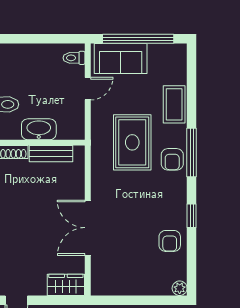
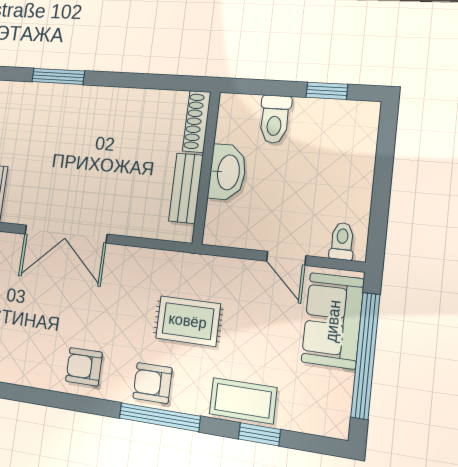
rug: (132, 142) -> (188, 321), width x0.73, depth x0.70
window: (192, 216) -> (259, 434), moved
double door: (88, 228) -> (65, 234), swing flipped
armchair: (170, 241) -> (84, 367), moved

